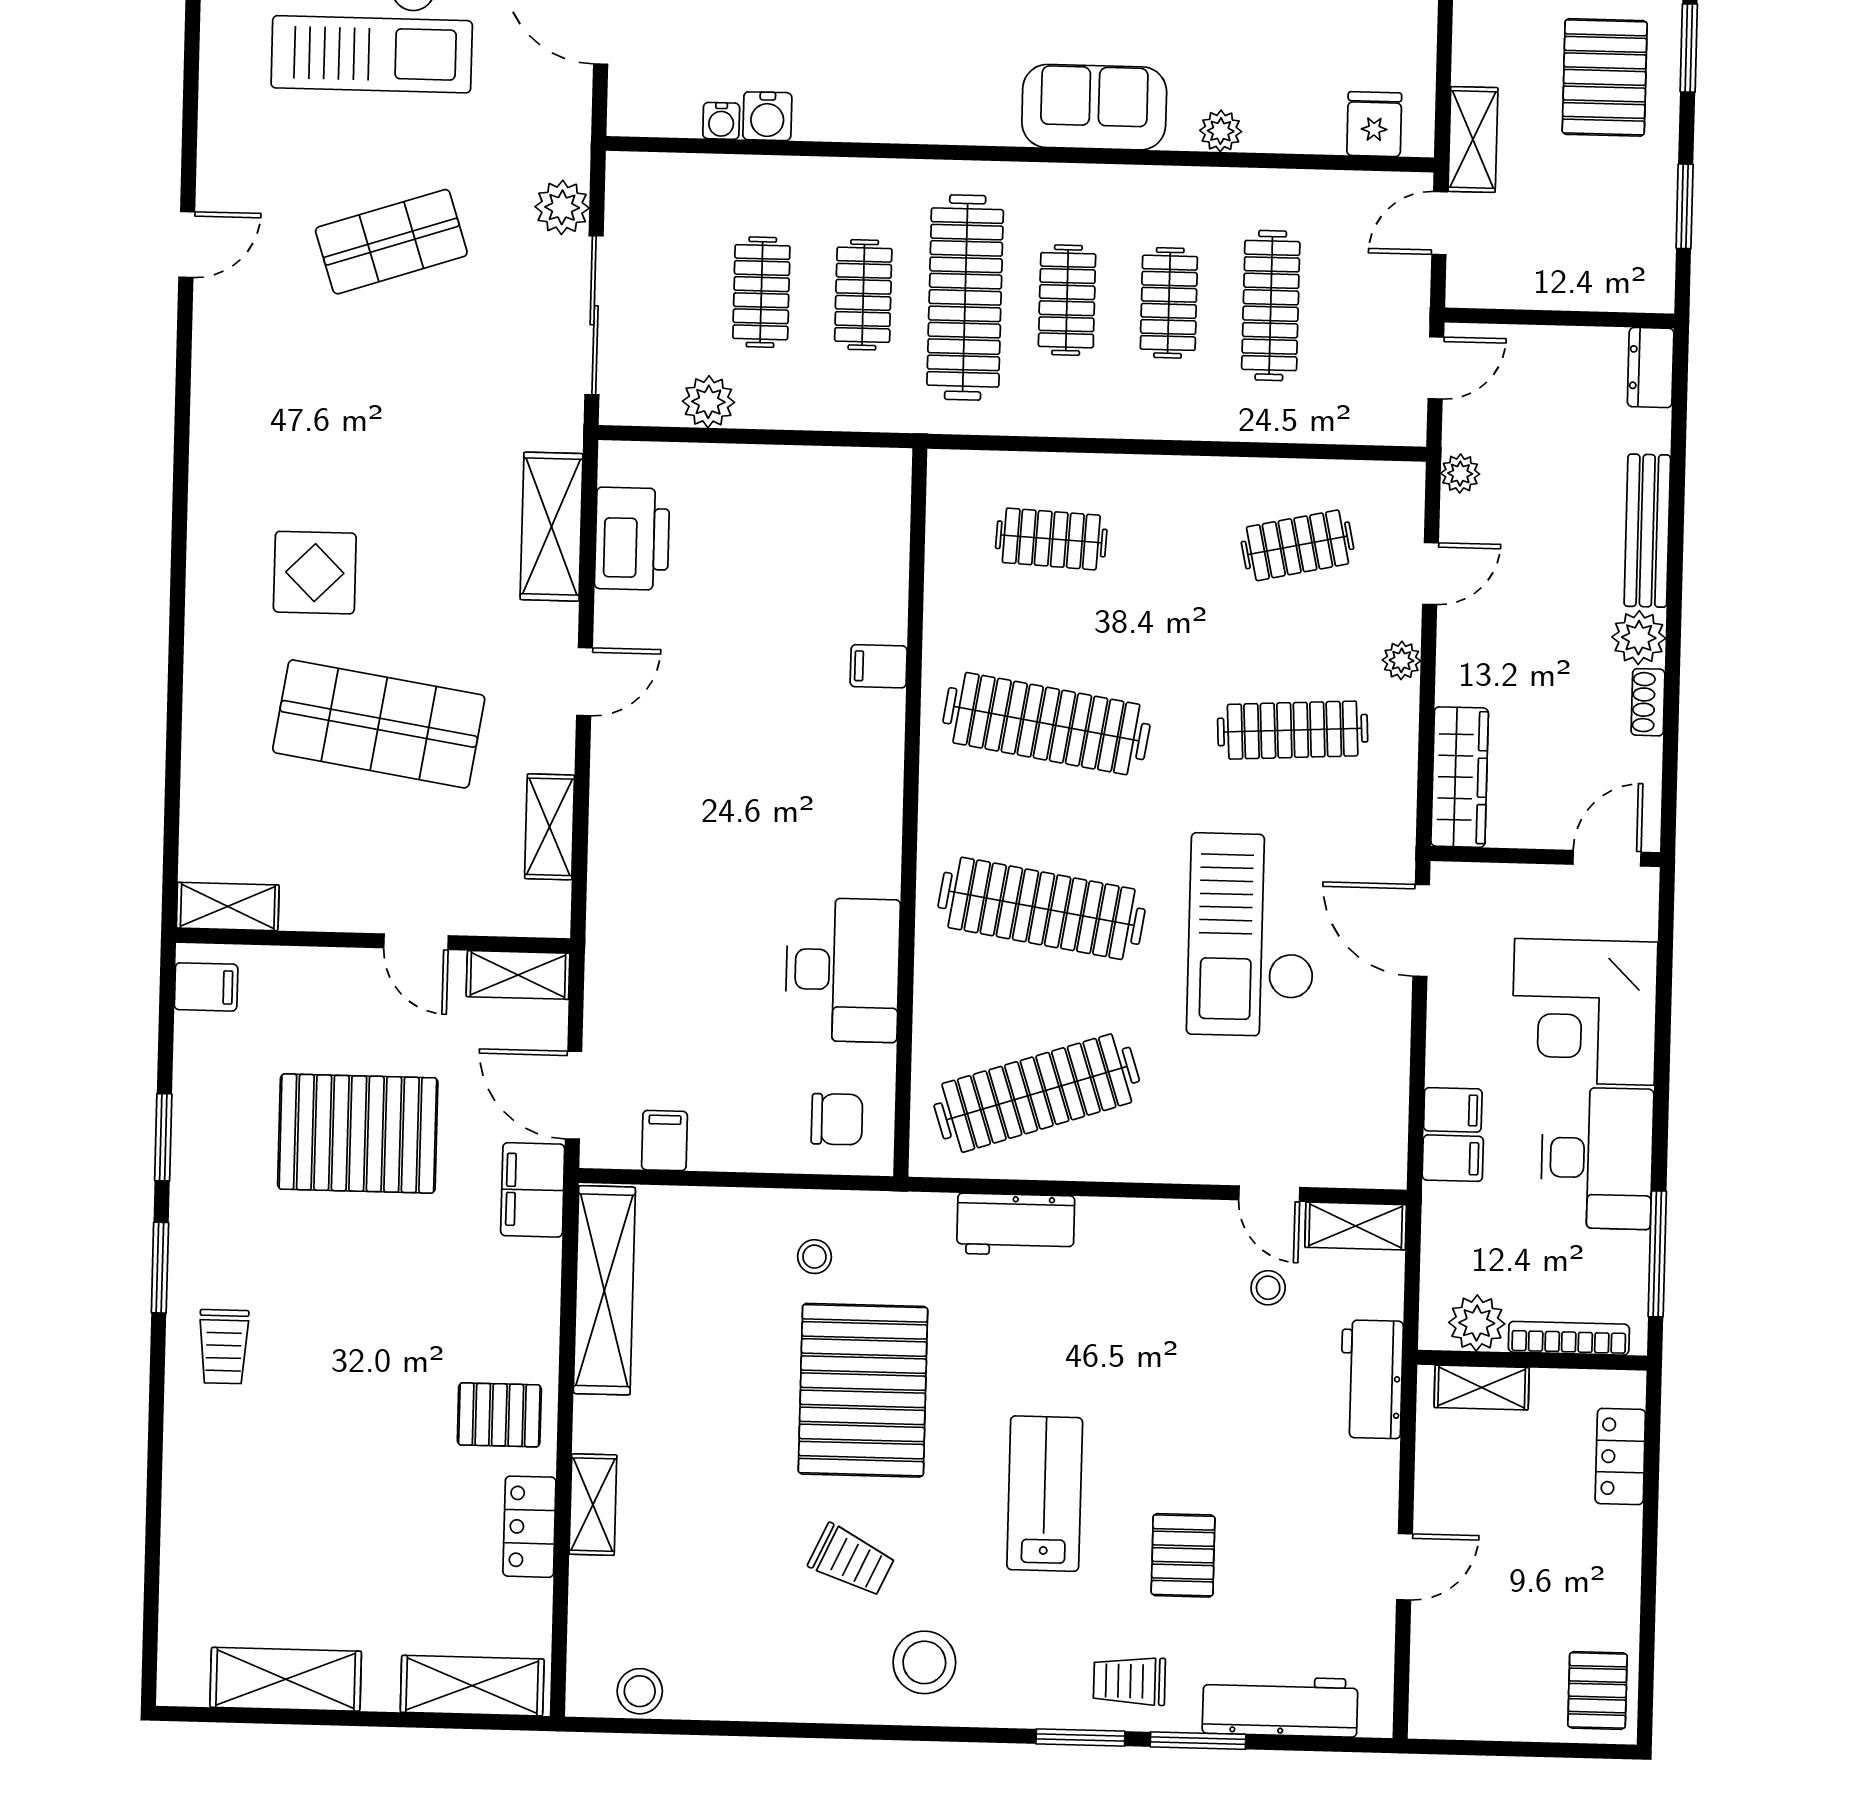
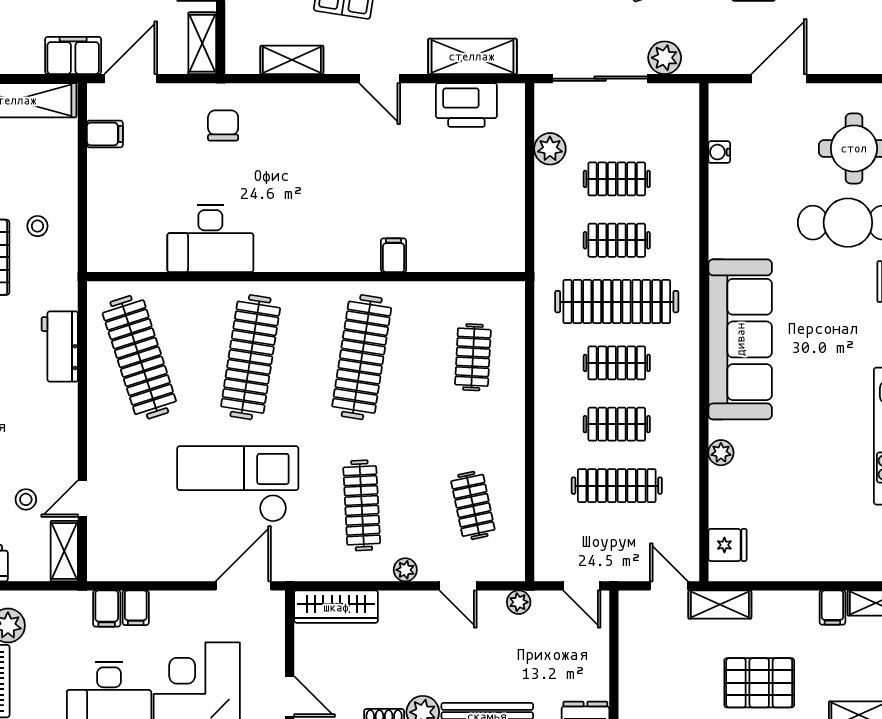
sofa: (1094, 107) -> (740, 339), width x1.85, depth x1.27
water cooler: (767, 116) -> (723, 180), removed
chair: (837, 1119) -> (223, 125), moved, turned 180

